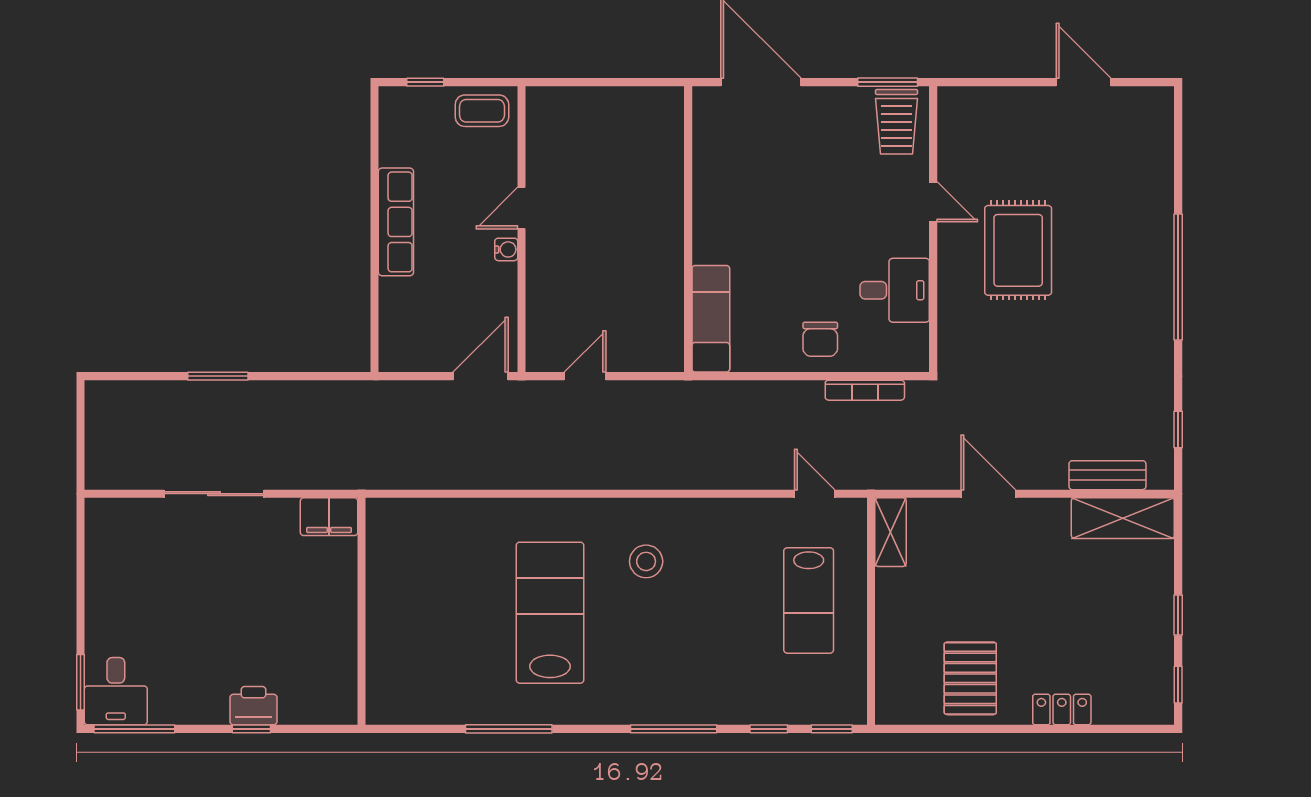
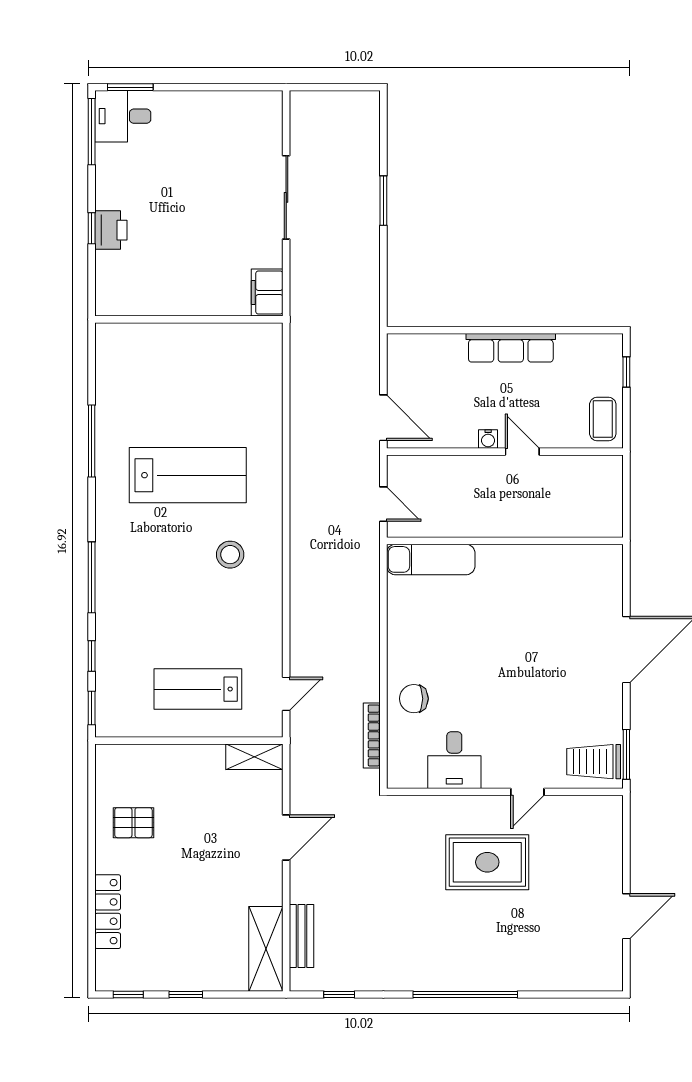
wall: (688, 229) -> (505, 541), moved
exam couch: (711, 319) -> (431, 559), moved
pallet: (970, 678) -> (133, 823), width x0.67, depth x0.71
locker: (1062, 710) -> (108, 912), width x1.53

